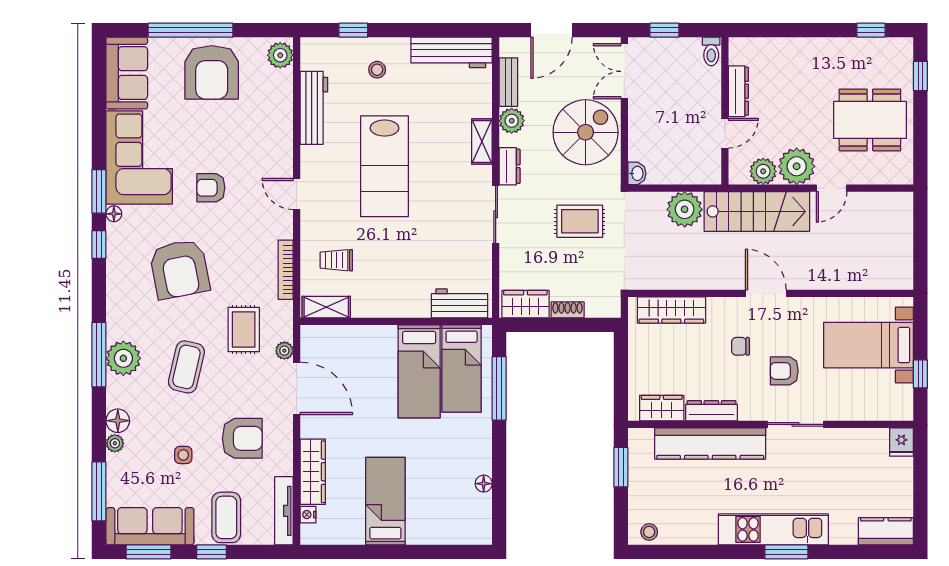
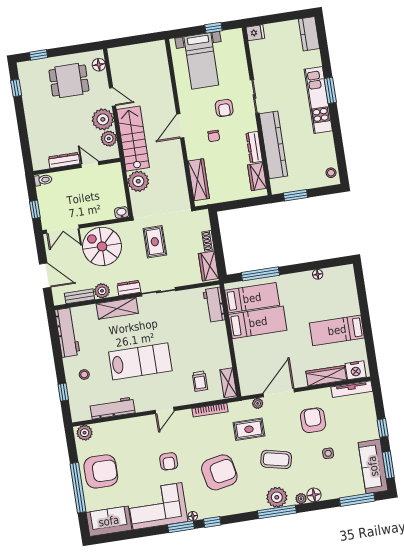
dining table: (870, 120) -> (69, 81), width x0.73
shelving: (482, 142) -> (117, 308), width x1.50, depth x1.33
floor lamp: (889, 174) -> (99, 65), added
plant: (115, 443) -> (301, 499), moved
nightstand: (308, 515) -> (356, 370), width x1.89, depth x1.79
coffee table: (226, 517) -> (361, 422), removed

